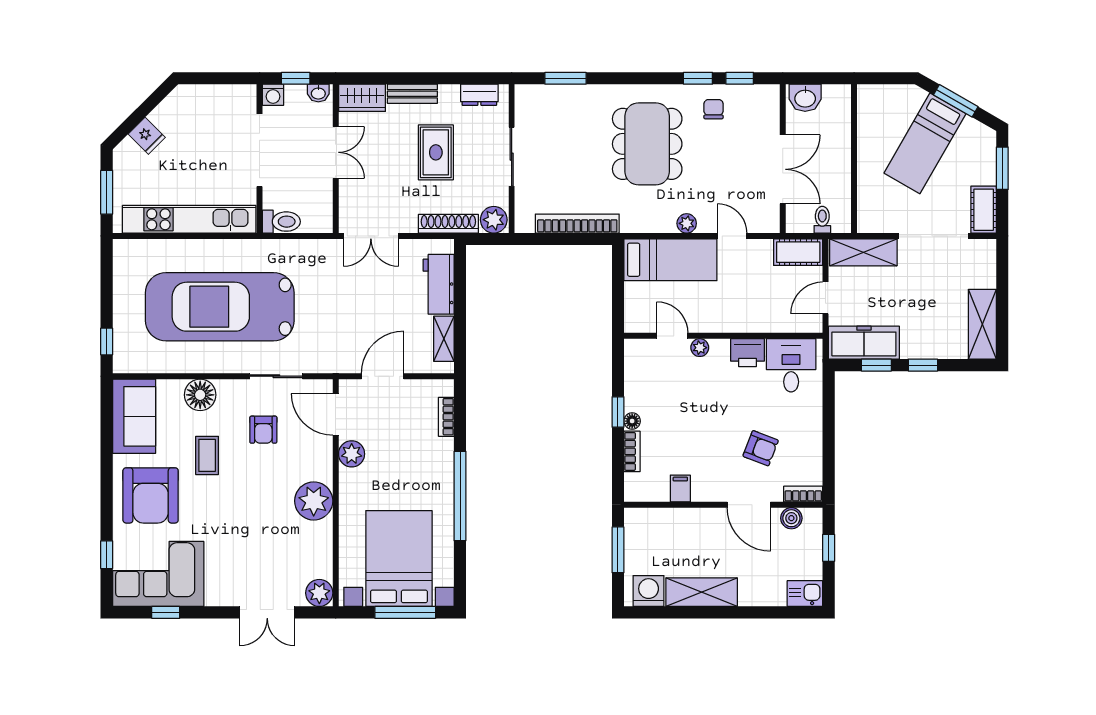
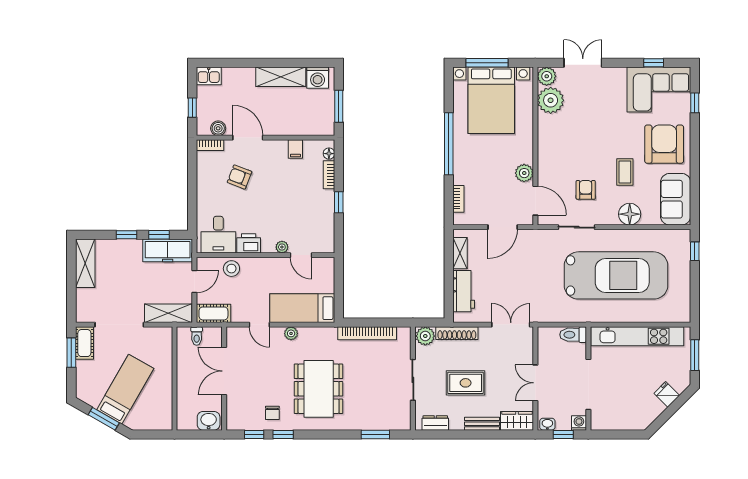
rug: (436, 152) -> (466, 383), turned 90
window: (1002, 168) -> (71, 353), moved
stool: (772, 317) -> (231, 269), added
floor lamp: (632, 421) -> (329, 154), moved
plant: (314, 501) -> (551, 100), moved

